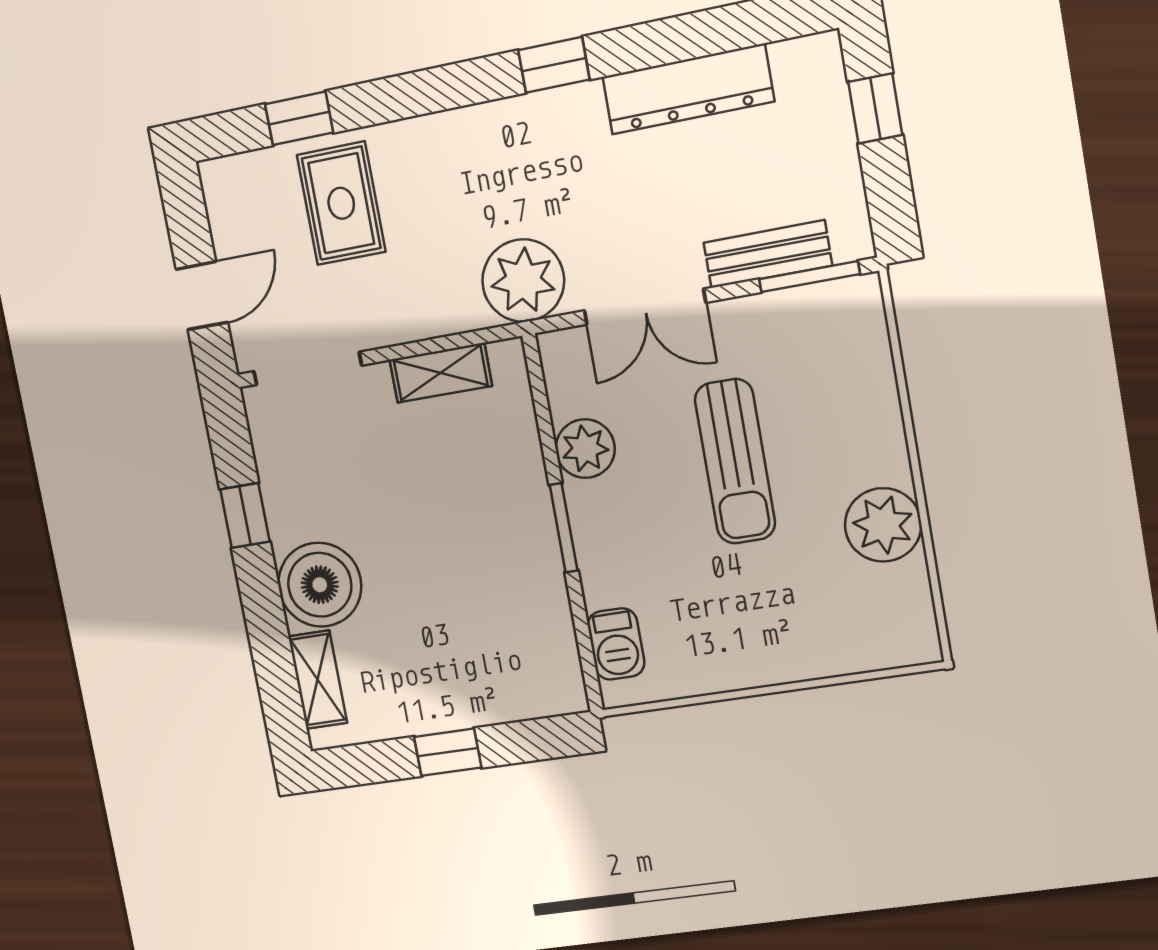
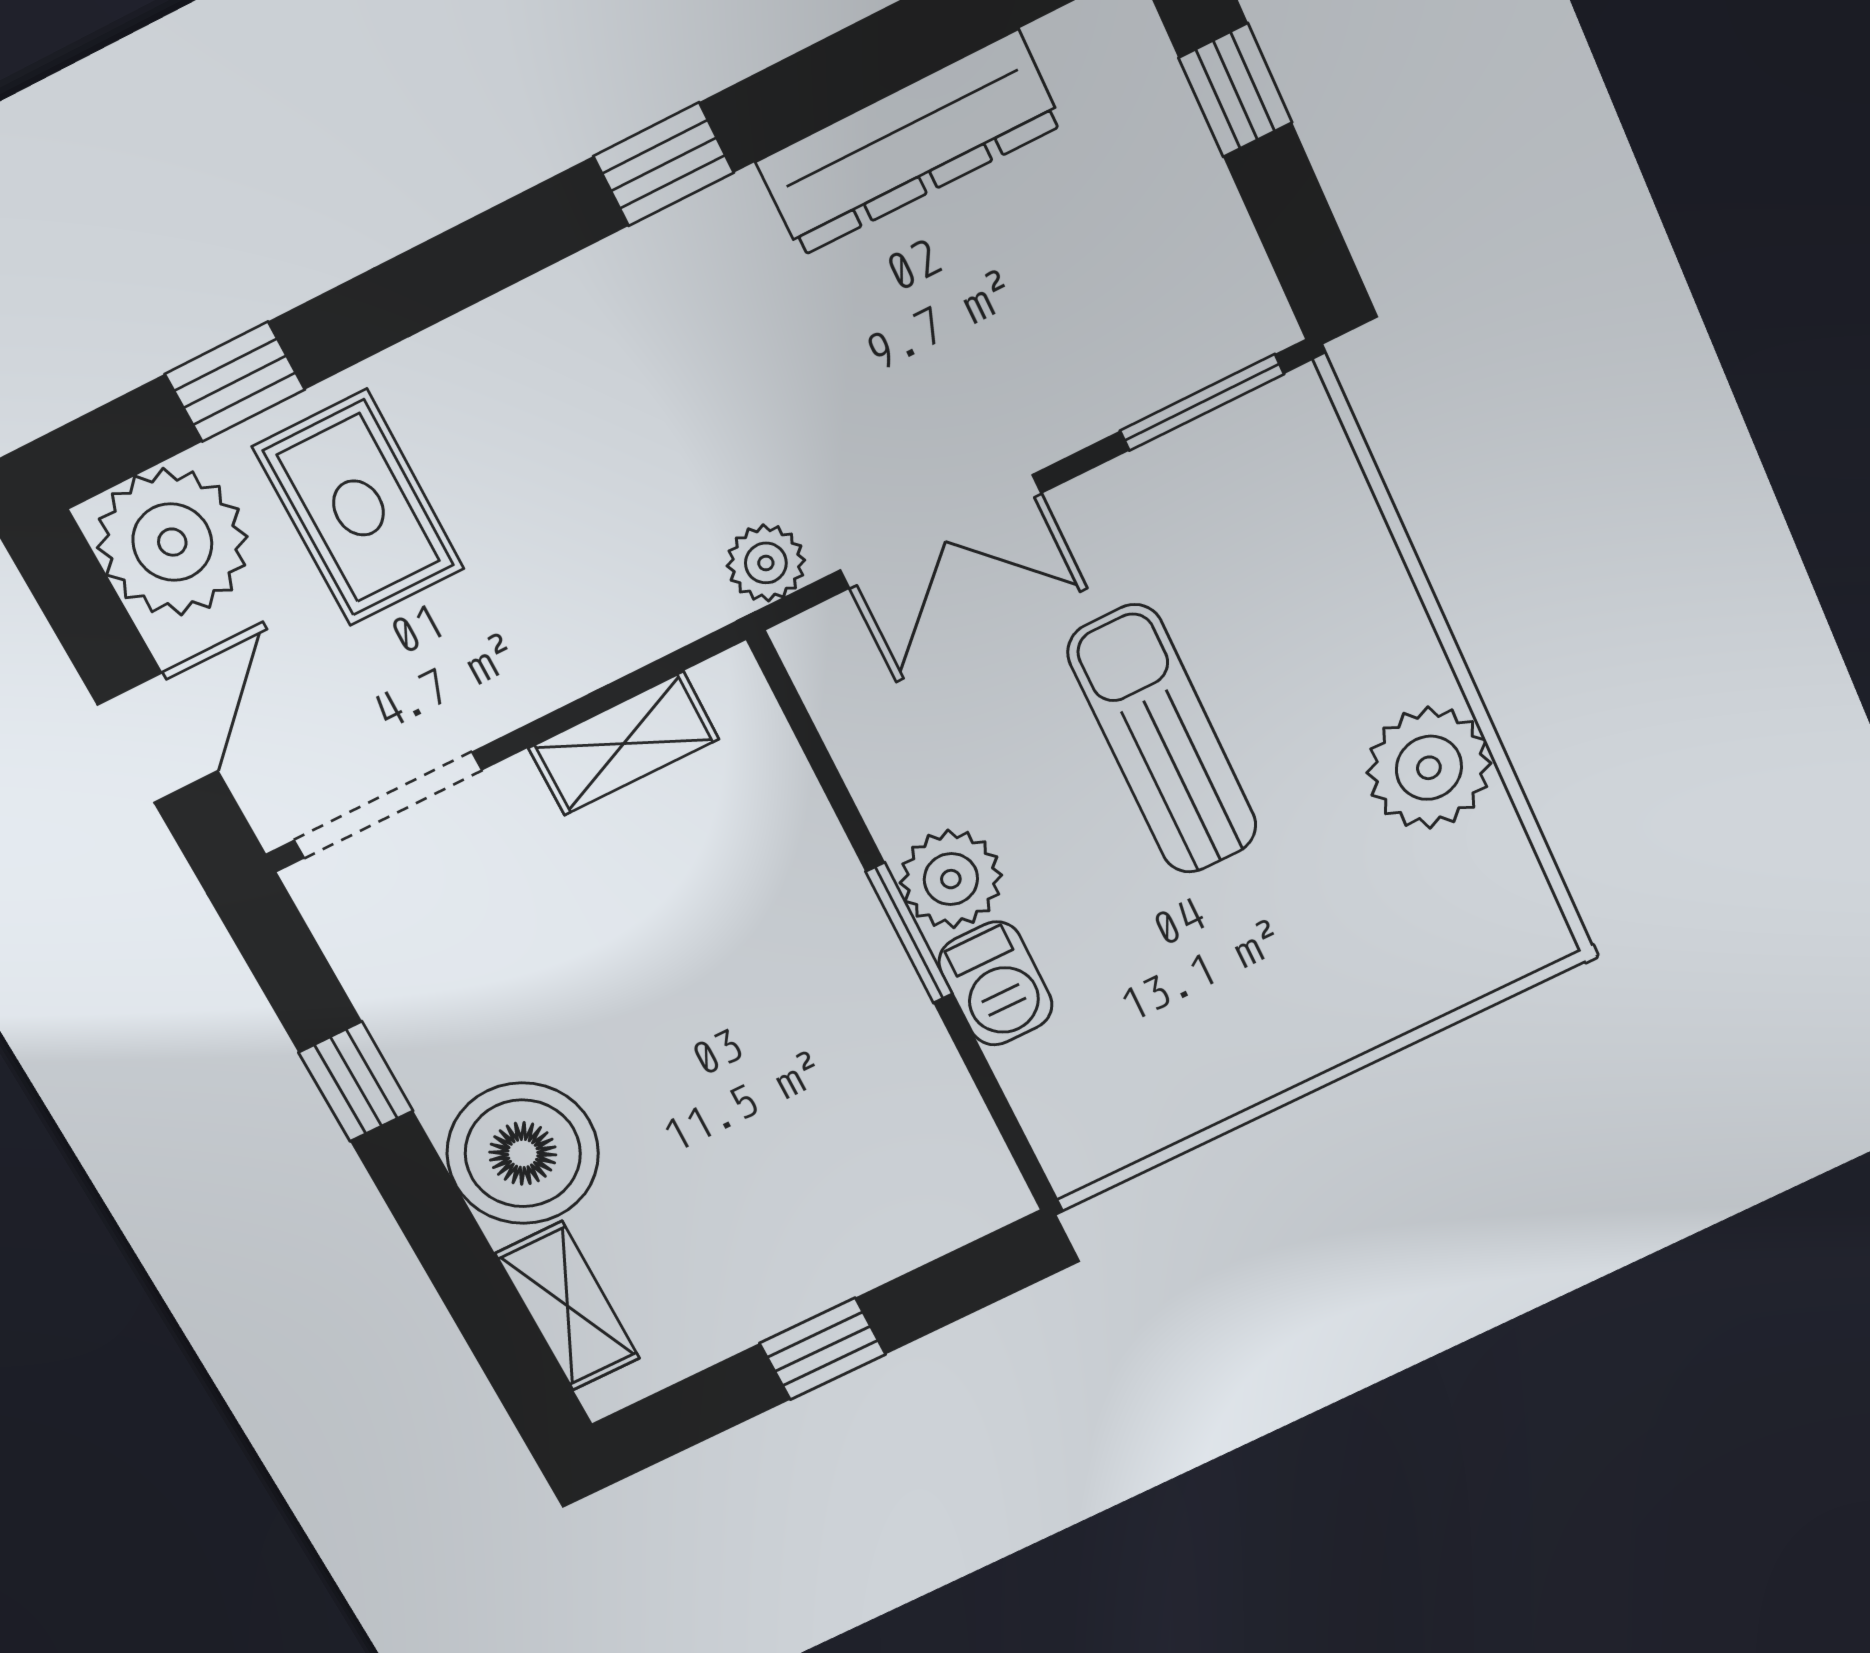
plant: (242, 194) -> (172, 542), added
bench: (768, 254) -> (1122, 385), removed
plant: (523, 281) -> (766, 563), width x0.53, depth x0.53
plant: (585, 449) -> (951, 879), moved
sun lounger: (735, 461) -> (1163, 740), turned 180
barbecue: (616, 644) -> (996, 984), moved

